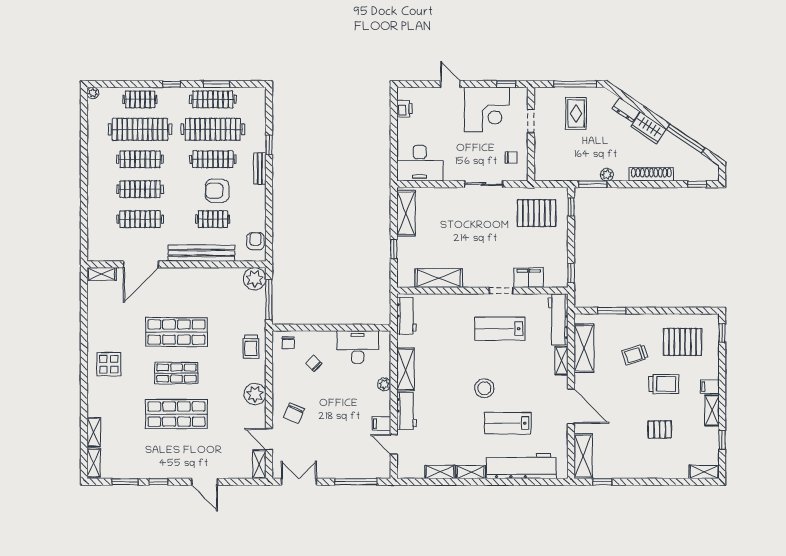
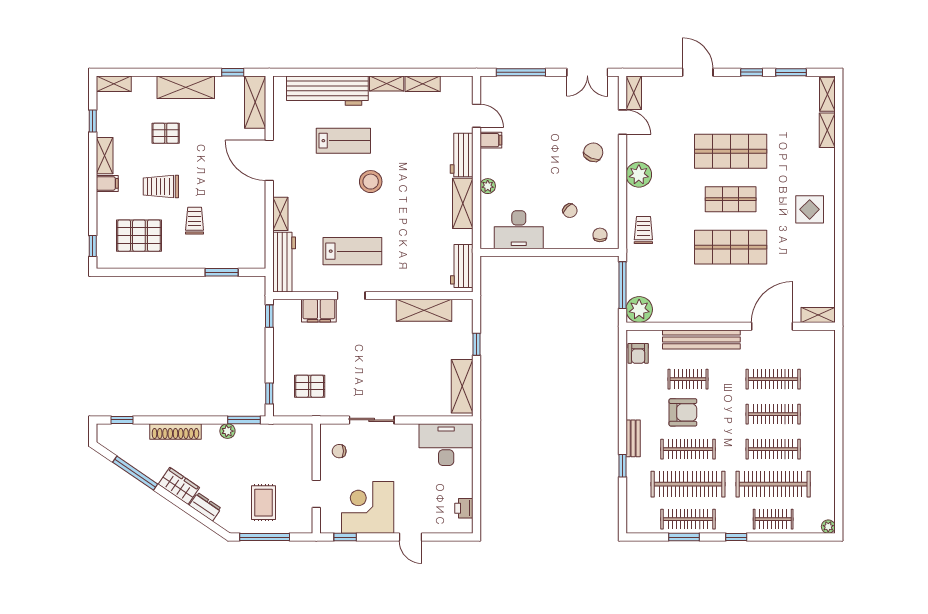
pallet: (537, 213) -> (310, 386), width x0.67, depth x0.71
shelving: (584, 348) -> (186, 87), moved, turned 90
trolley: (635, 355) -> (195, 221), turned -72

